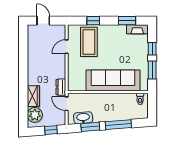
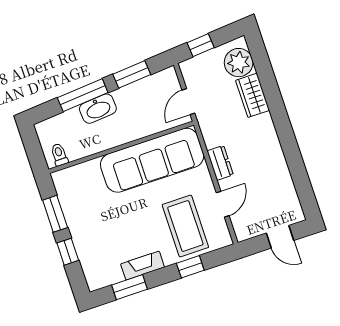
fireplace: (137, 29) -> (143, 266), moved
sofa: (113, 80) -> (152, 160), moved
dresser: (61, 87) -> (220, 163), moved
door: (67, 104) -> (188, 102), swing flipped
washbasin: (83, 118) -> (98, 109), moved

